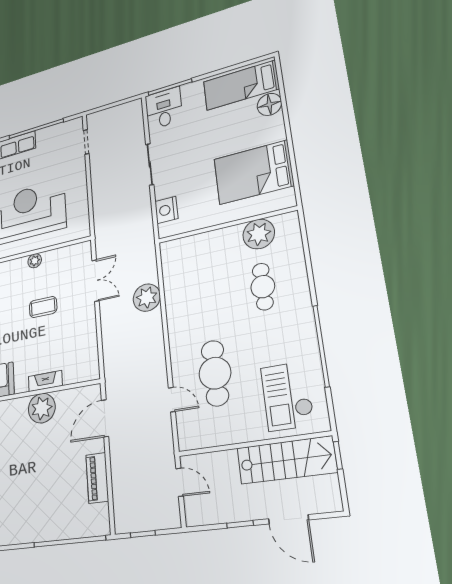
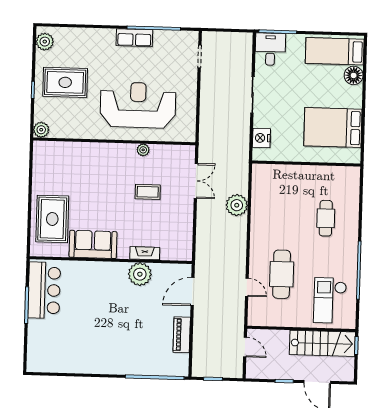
plant: (259, 234) -> (329, 177), removed

